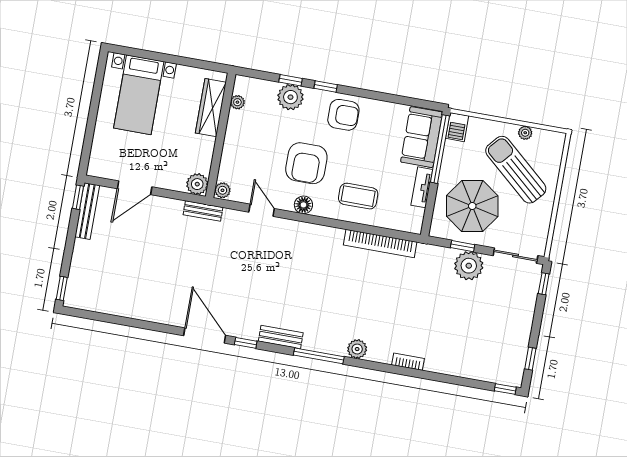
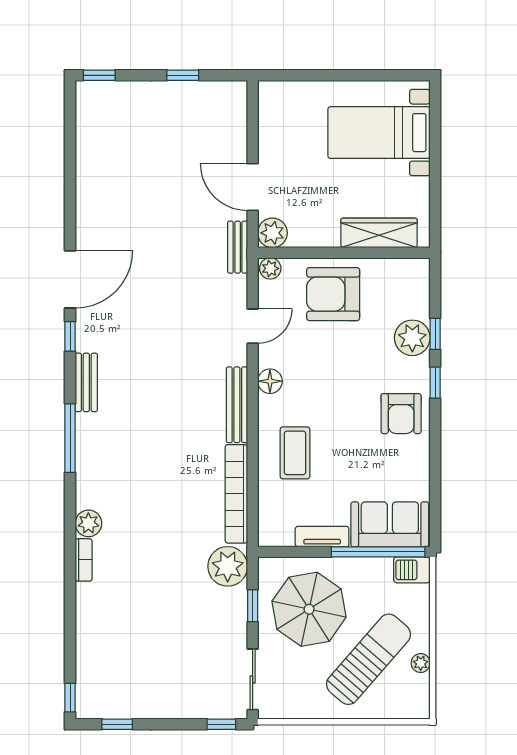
plant: (237, 102) -> (393, 267), removed
armchair: (306, 163) -> (333, 294), moved
door: (135, 188) -> (253, 187), moved
window: (78, 197) -> (183, 75), moved
bench: (87, 211) -> (237, 405), moved, turned 90
plant: (469, 266) -> (228, 566), moved
plant: (357, 349) -> (88, 523), moved

